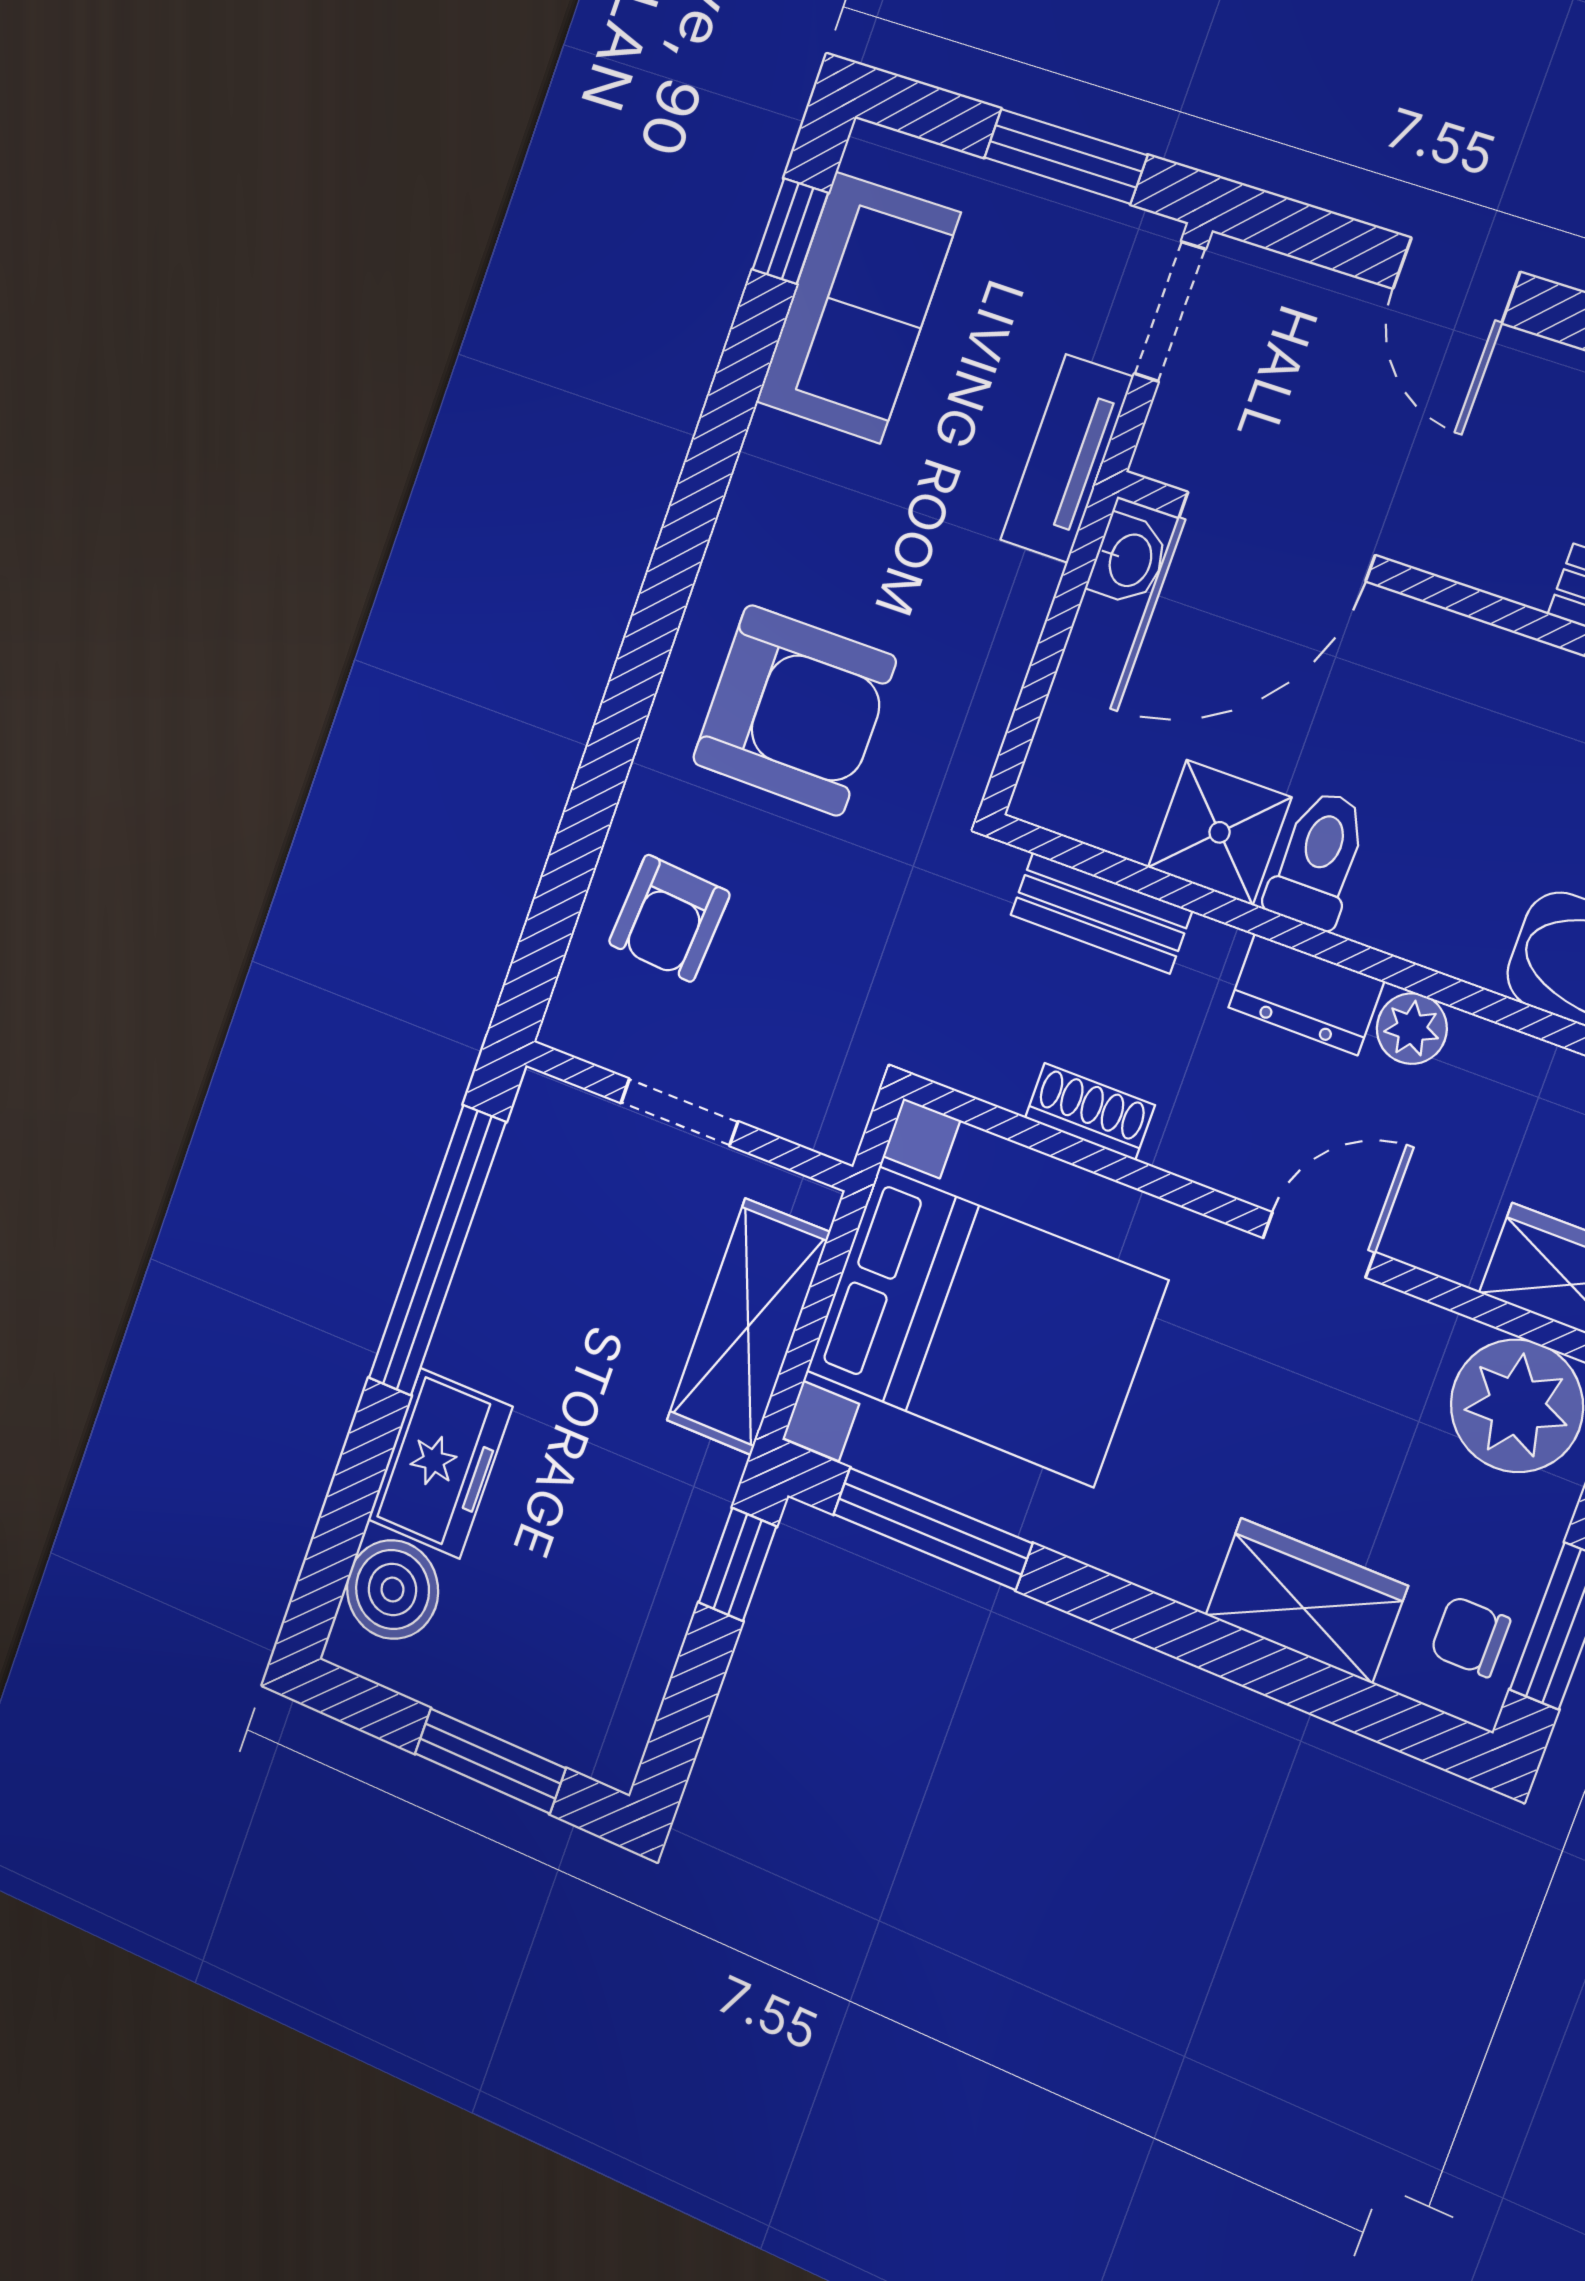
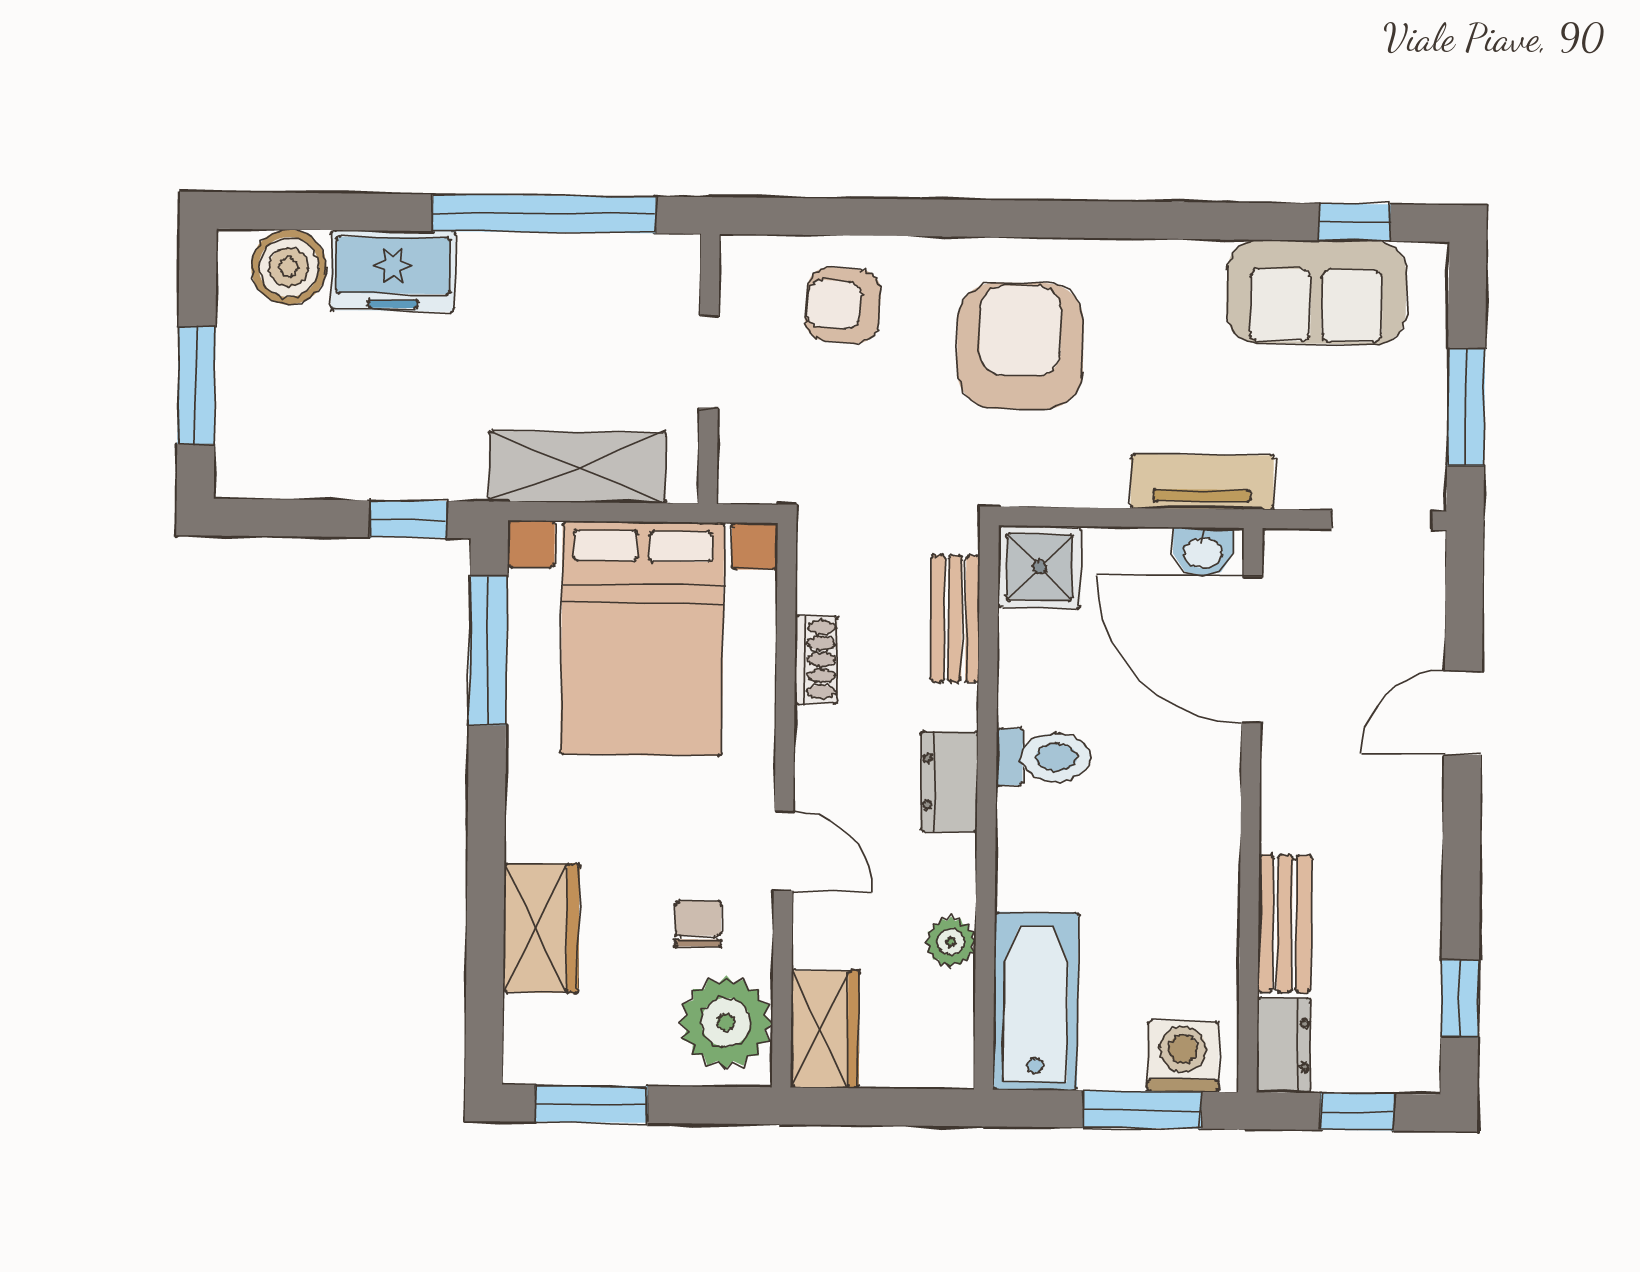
tv unit: (1067, 458) -> (1202, 482), moved
armchair: (794, 710) -> (1020, 346), turned 180
shower: (1220, 832) -> (1039, 567), moved
plant: (1412, 1029) -> (951, 942), moved
chair: (1470, 1636) -> (698, 924), moved

